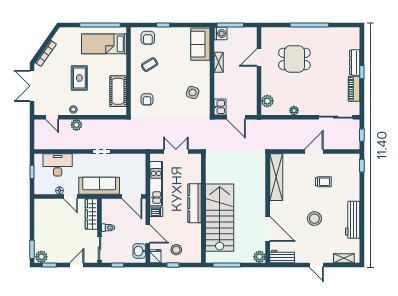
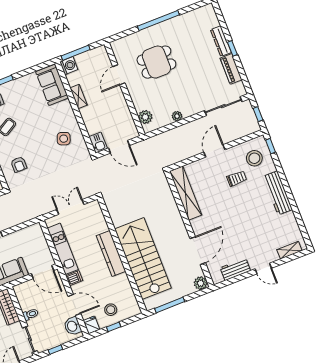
stool: (314, 219) -> (254, 158), moved
workbench: (353, 220) -> (278, 193), moved
door: (268, 229) -> (198, 251), hinge flipped
workbench: (282, 256) -> (235, 269), moved

